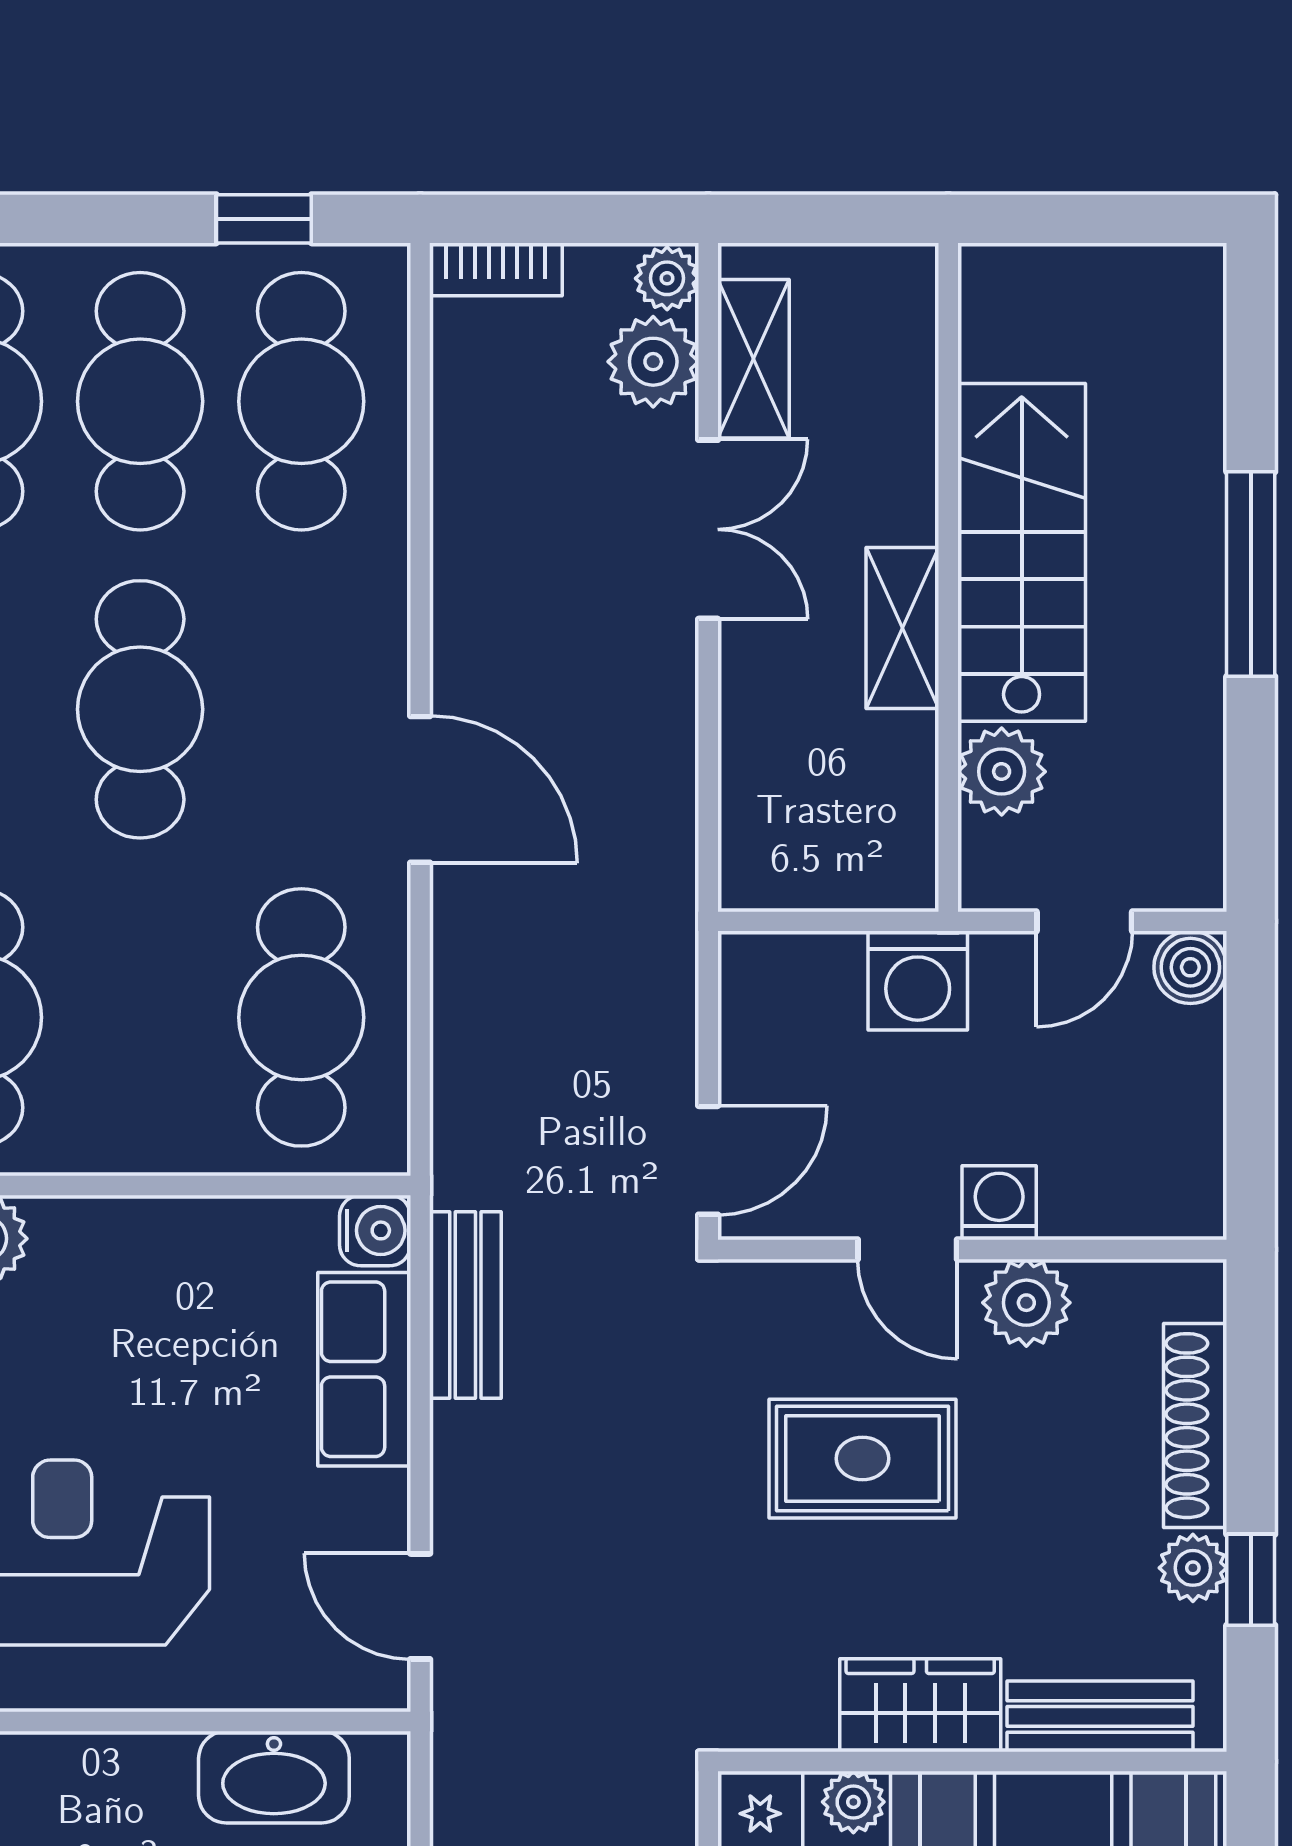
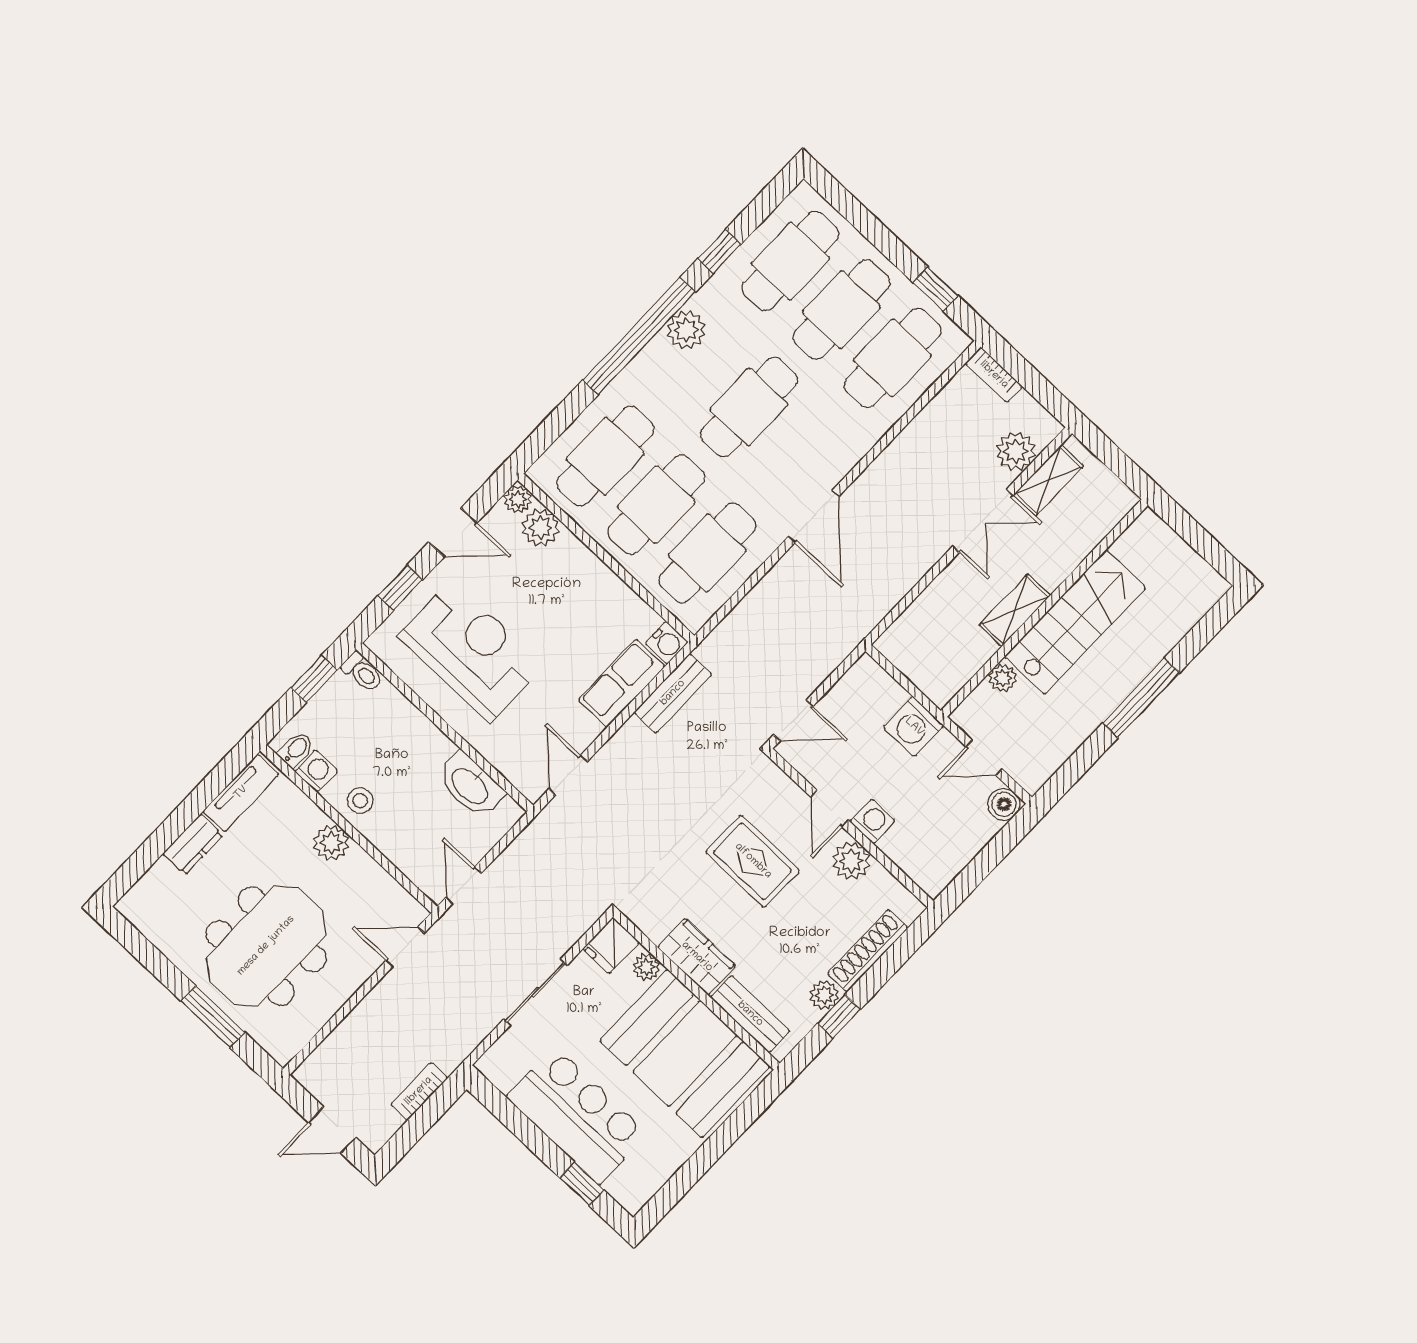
plant: (667, 278) -> (1045, 429), removed
plant: (1002, 772) -> (1003, 678), width x0.73, depth x0.73
cafe table: (140, 1017) -> (656, 505), added

